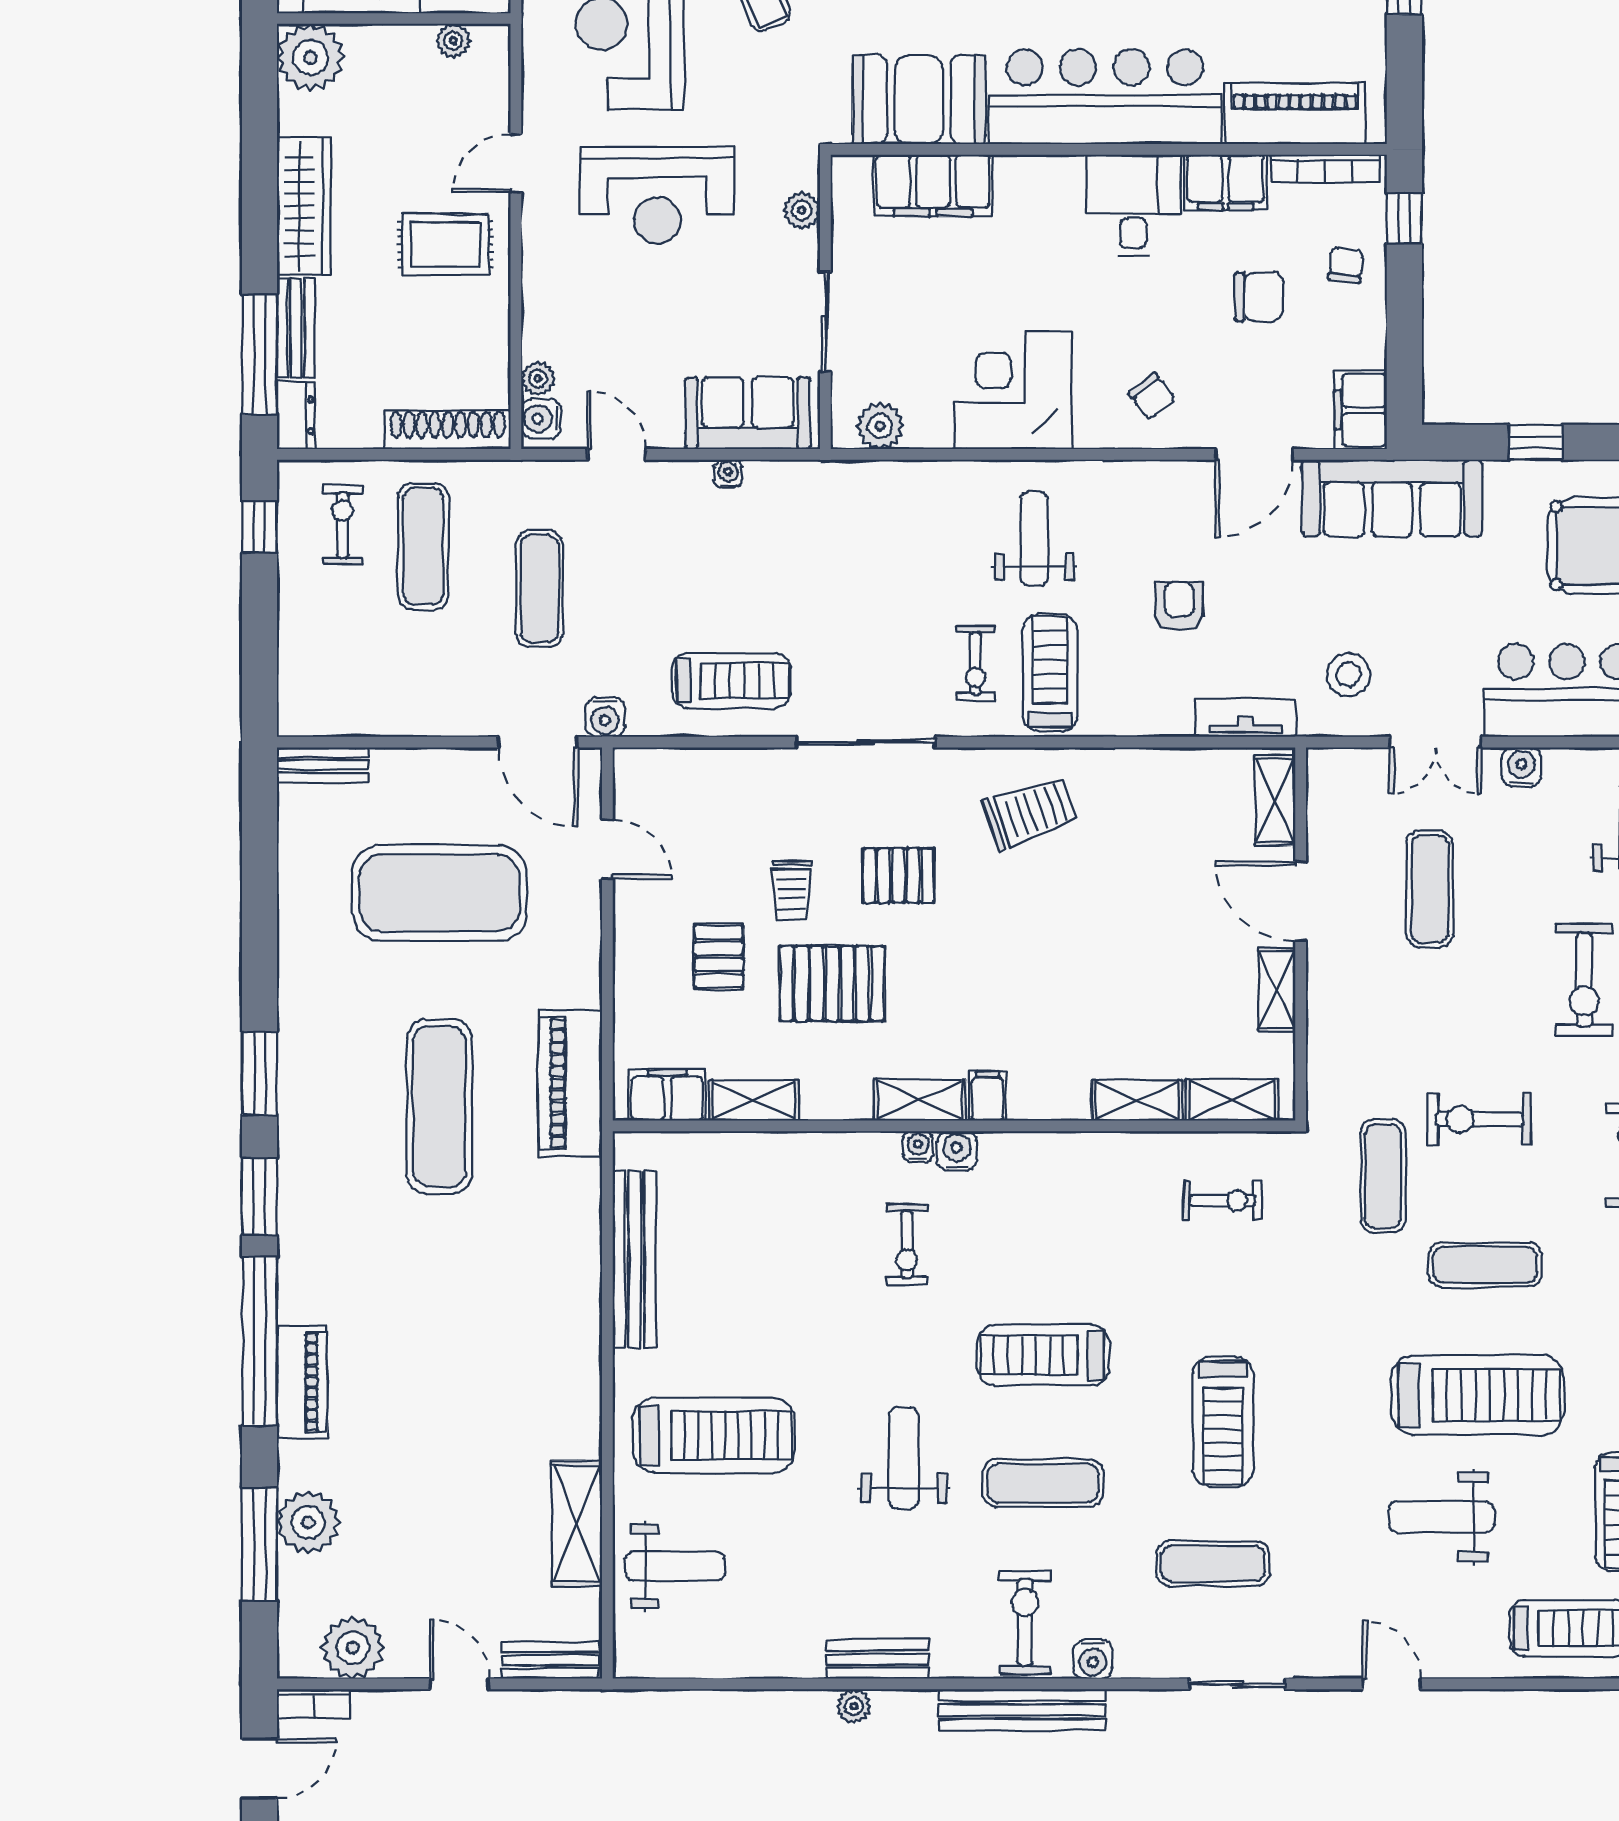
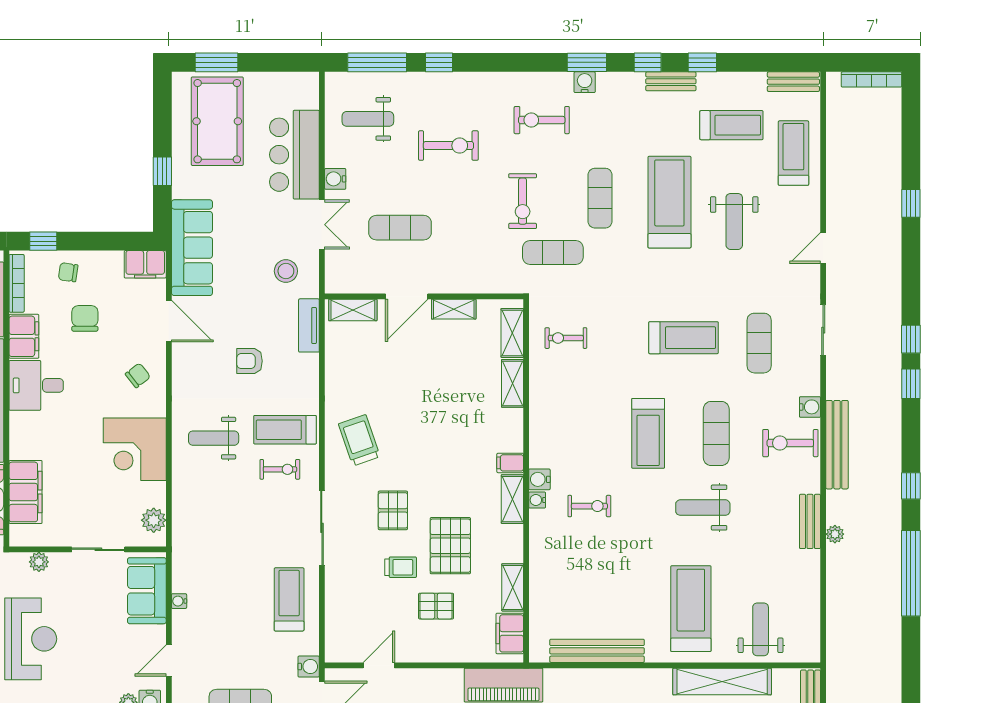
exercise bike: (1222, 1200) -> (566, 338), turned -90
shelving: (577, 1523) -> (722, 682), width x1.47

